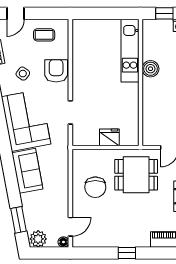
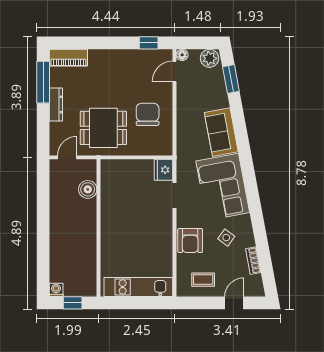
kitchen unit: (130, 51) -> (138, 287), moved, turned -90
boiler: (150, 69) -> (88, 189), moved
fridge: (109, 137) -> (164, 170), moved, turned 90
window: (127, 253) -> (149, 43), moved

